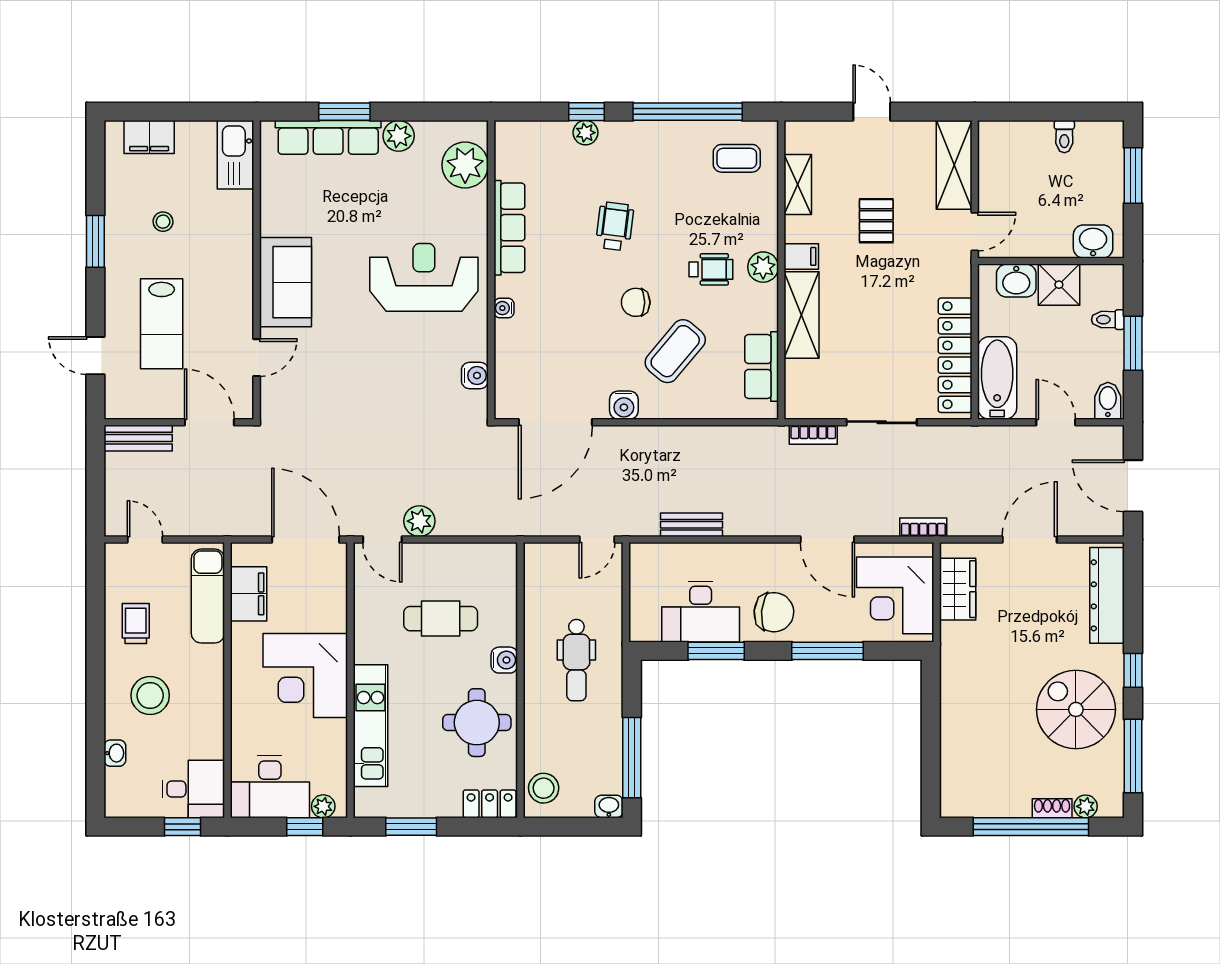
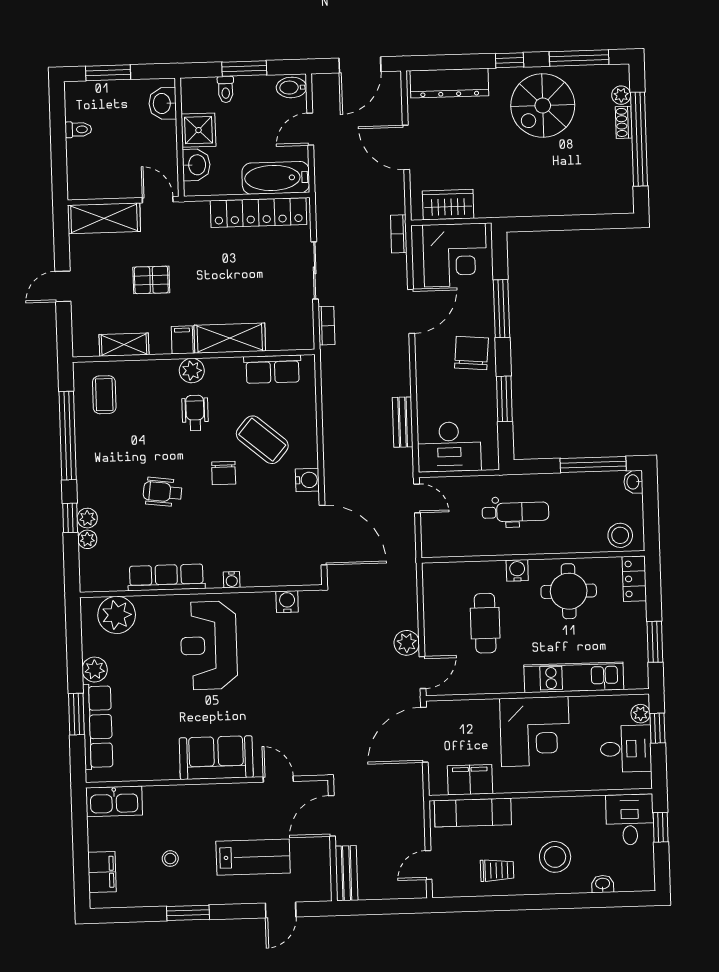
plant: (559, 132) -> (87, 539), added
desk: (701, 612) -> (449, 447), moved, turned 90
trolley: (136, 624) -> (497, 870), turned 180
desk: (270, 787) -> (626, 749), width x0.73

